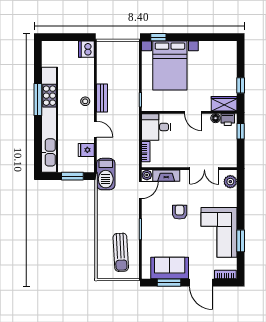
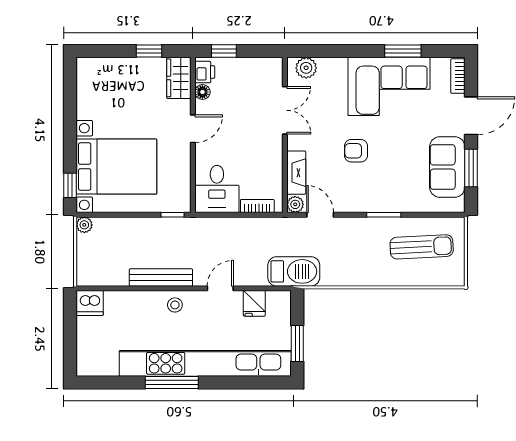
plant: (134, 46) -> (84, 225), added
bench: (102, 98) -> (161, 278), width x1.36
window: (72, 176) -> (297, 344), moved

